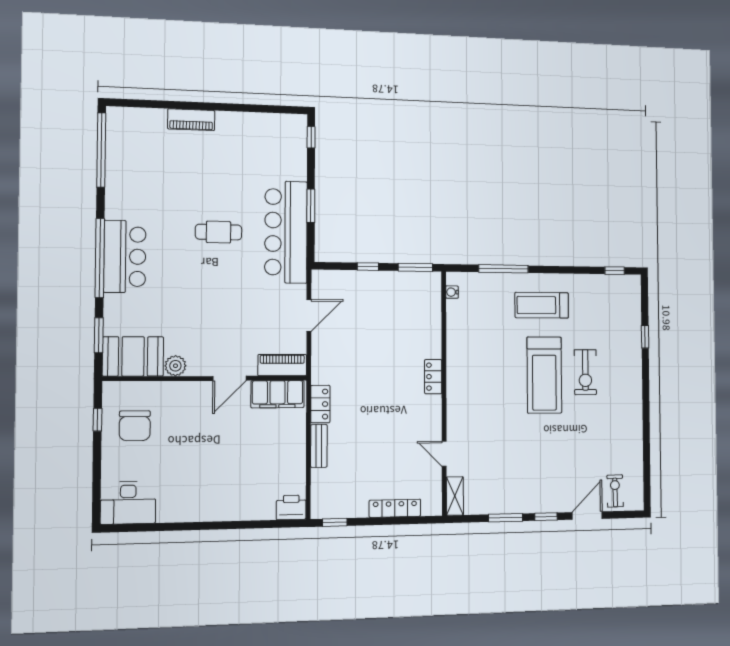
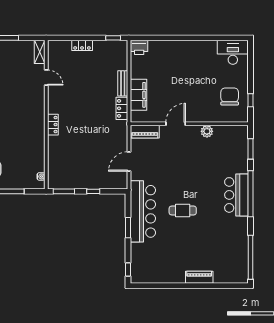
booth: (133, 356) -> (231, 137), removed
filing cabinet: (278, 394) -> (138, 95), moved, turned 90
locker: (395, 508) -> (82, 45), width x0.66

